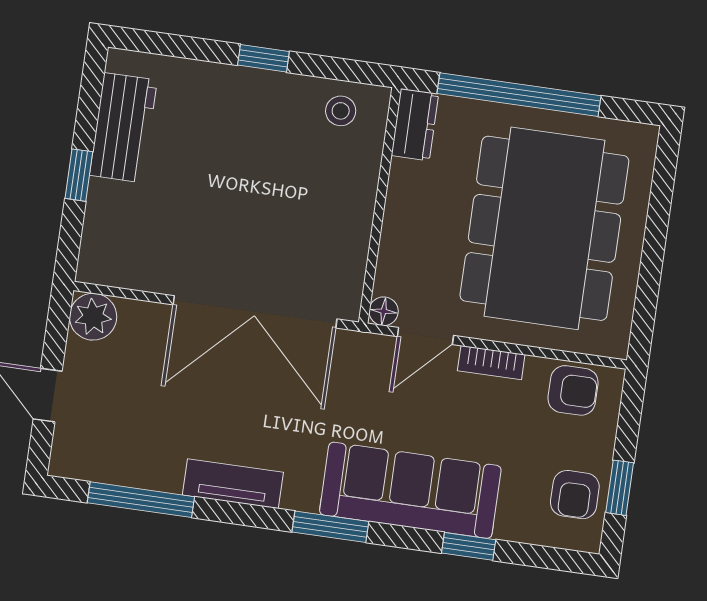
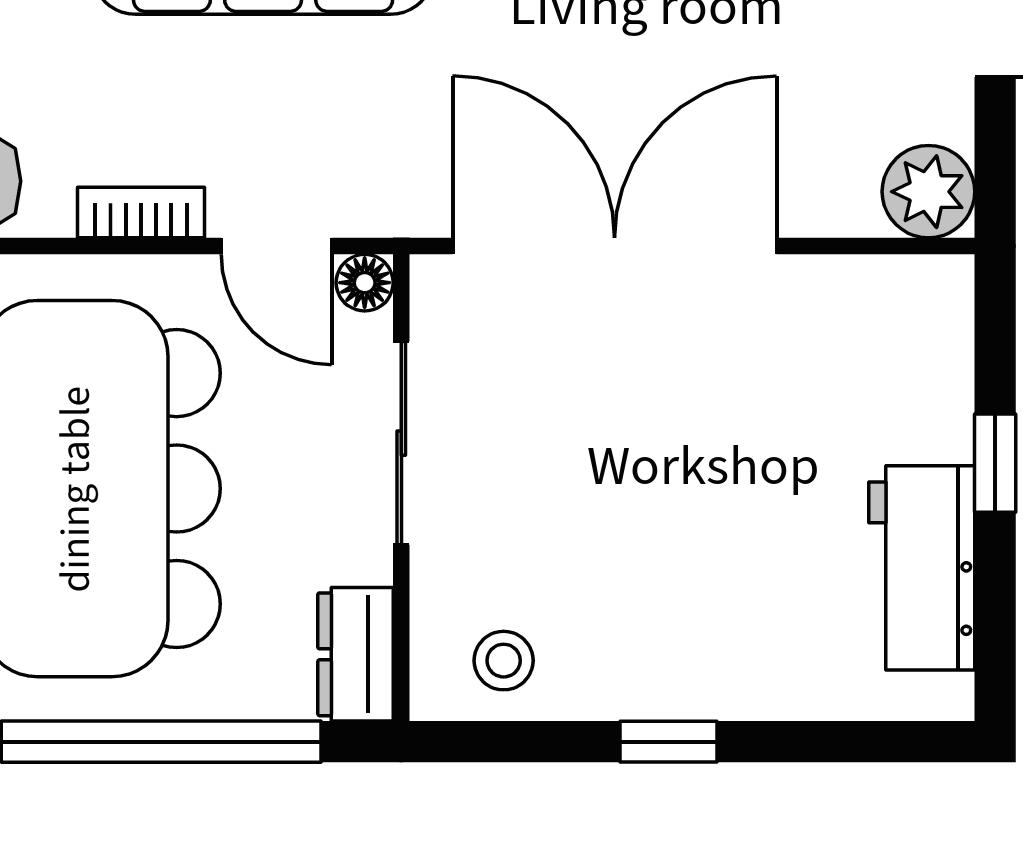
sliding door: (377, 228) -> (401, 443), added
door: (425, 336) -> (276, 246), swing flipped

